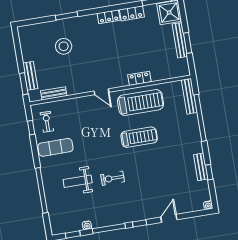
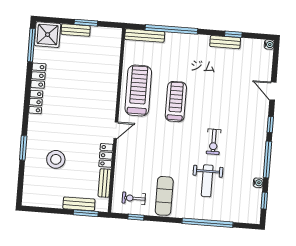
bench: (180, 40) -> (76, 30), width x0.73
locker: (139, 78) -> (106, 155), moved

